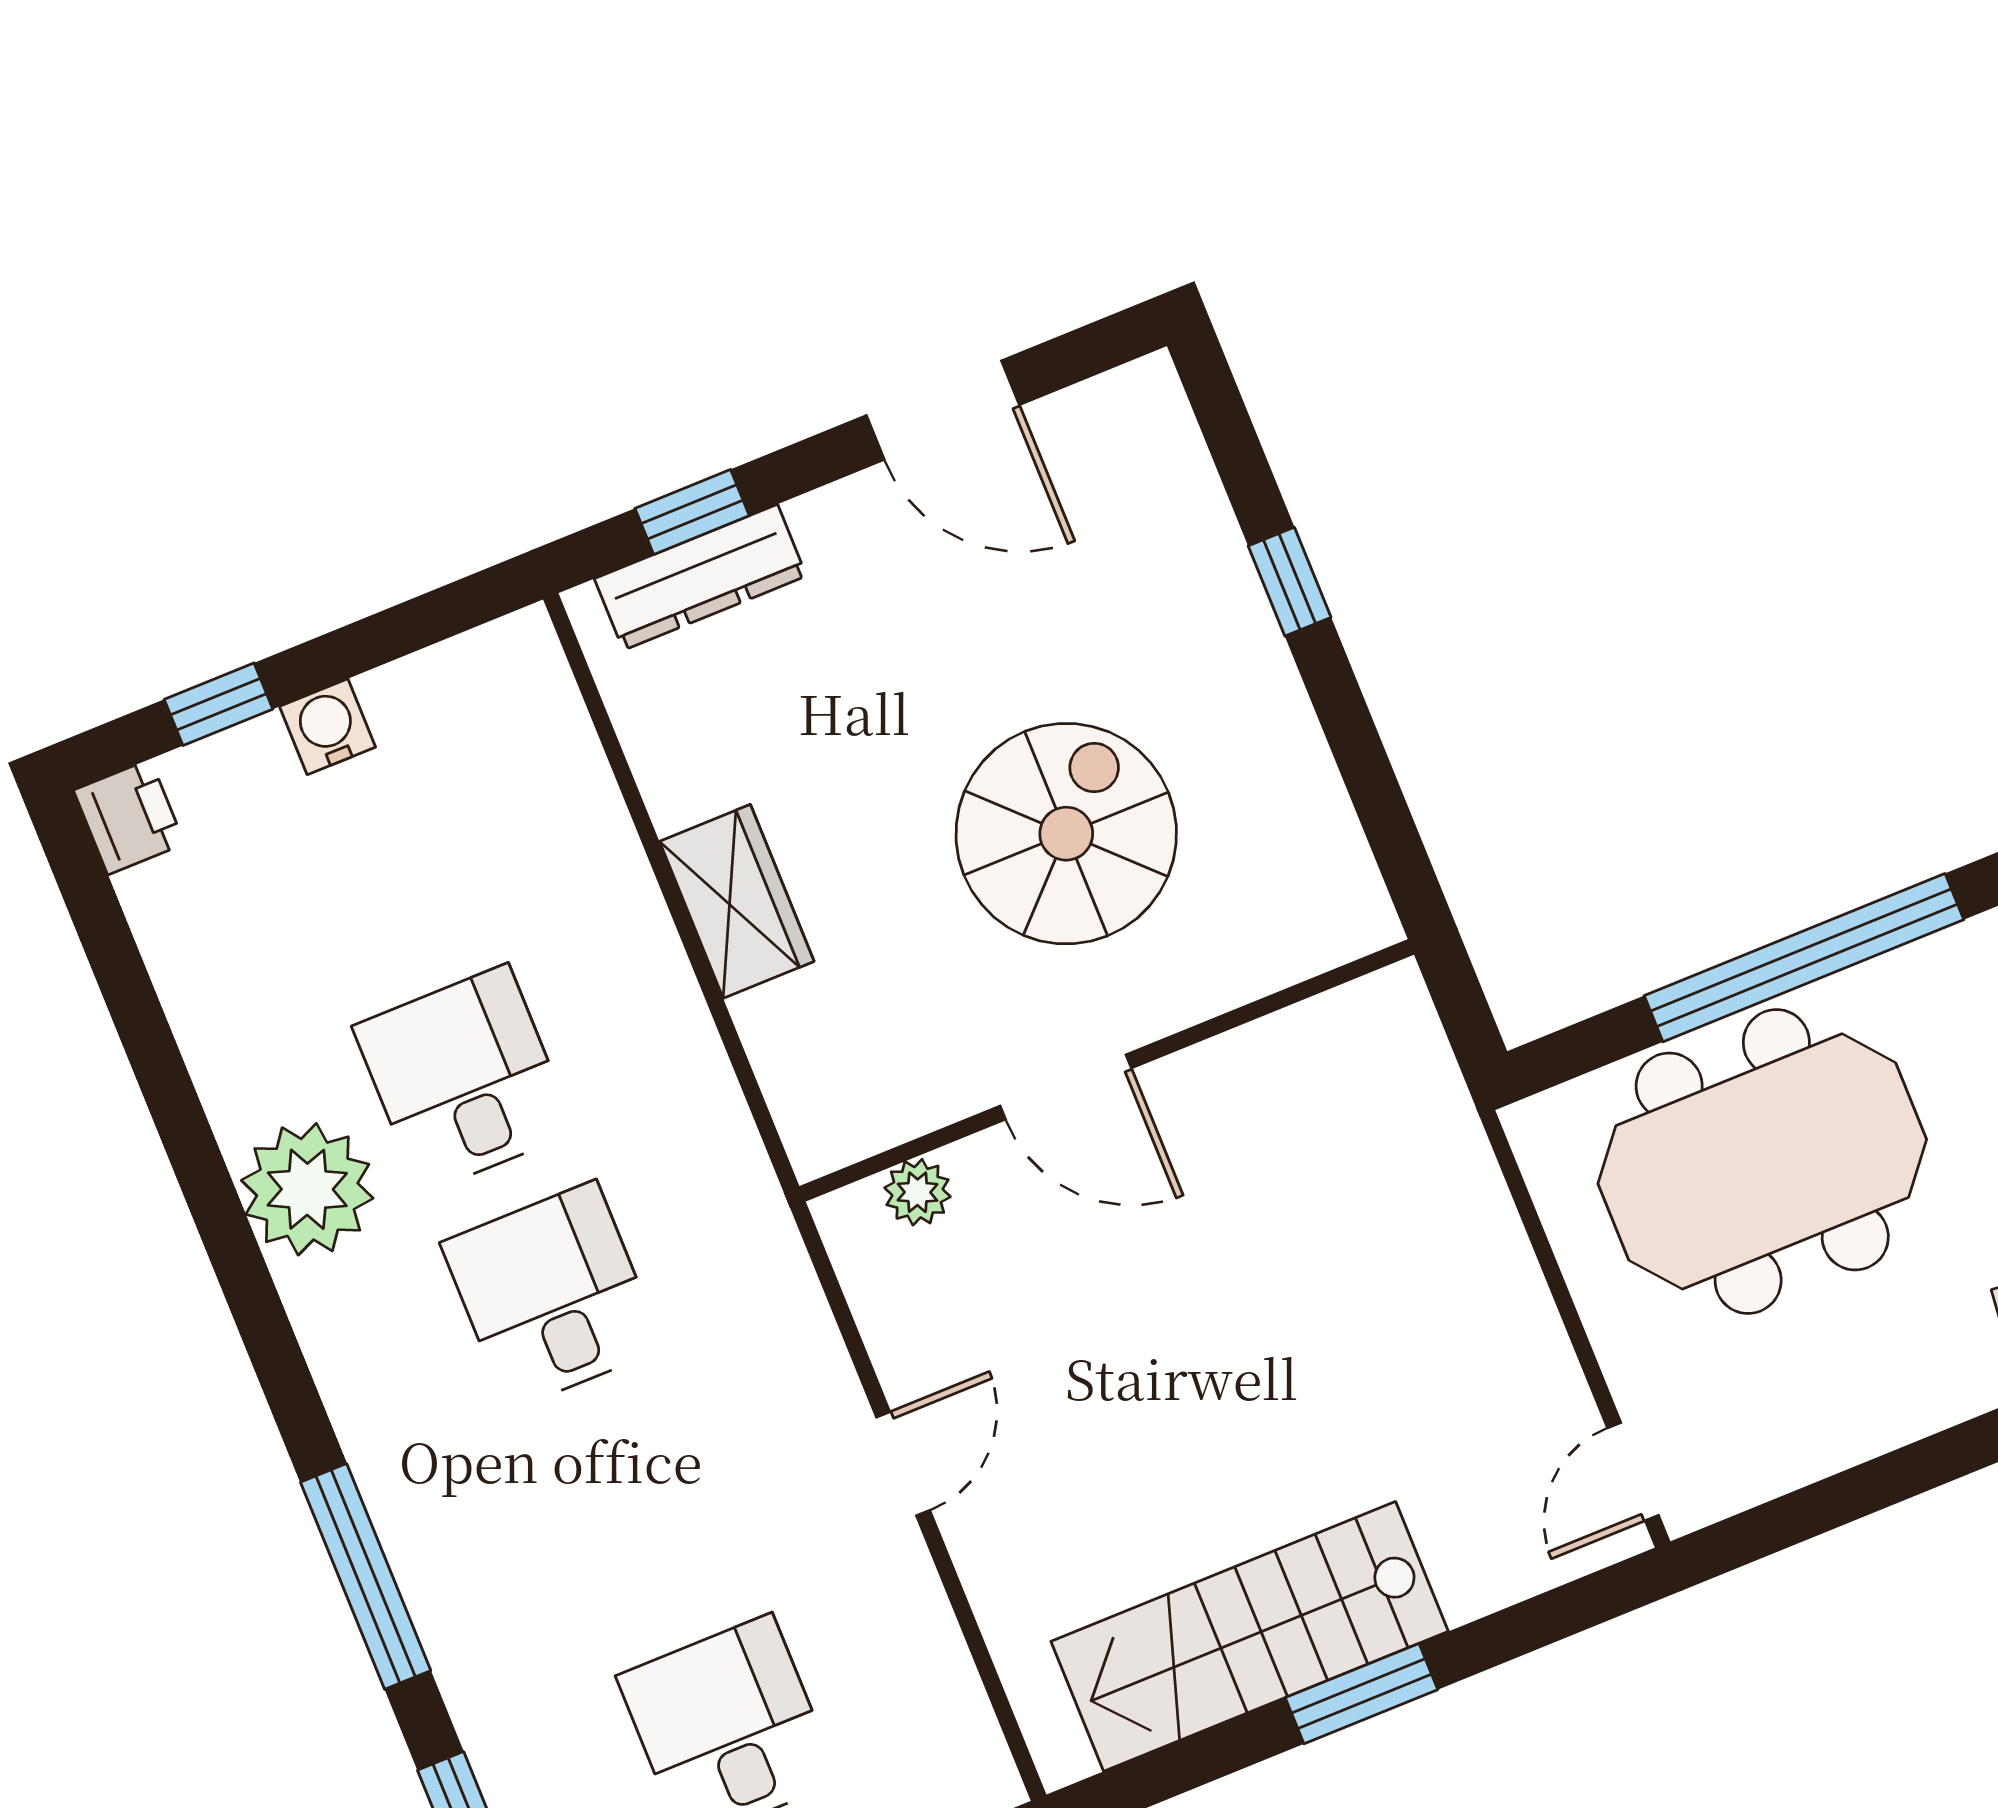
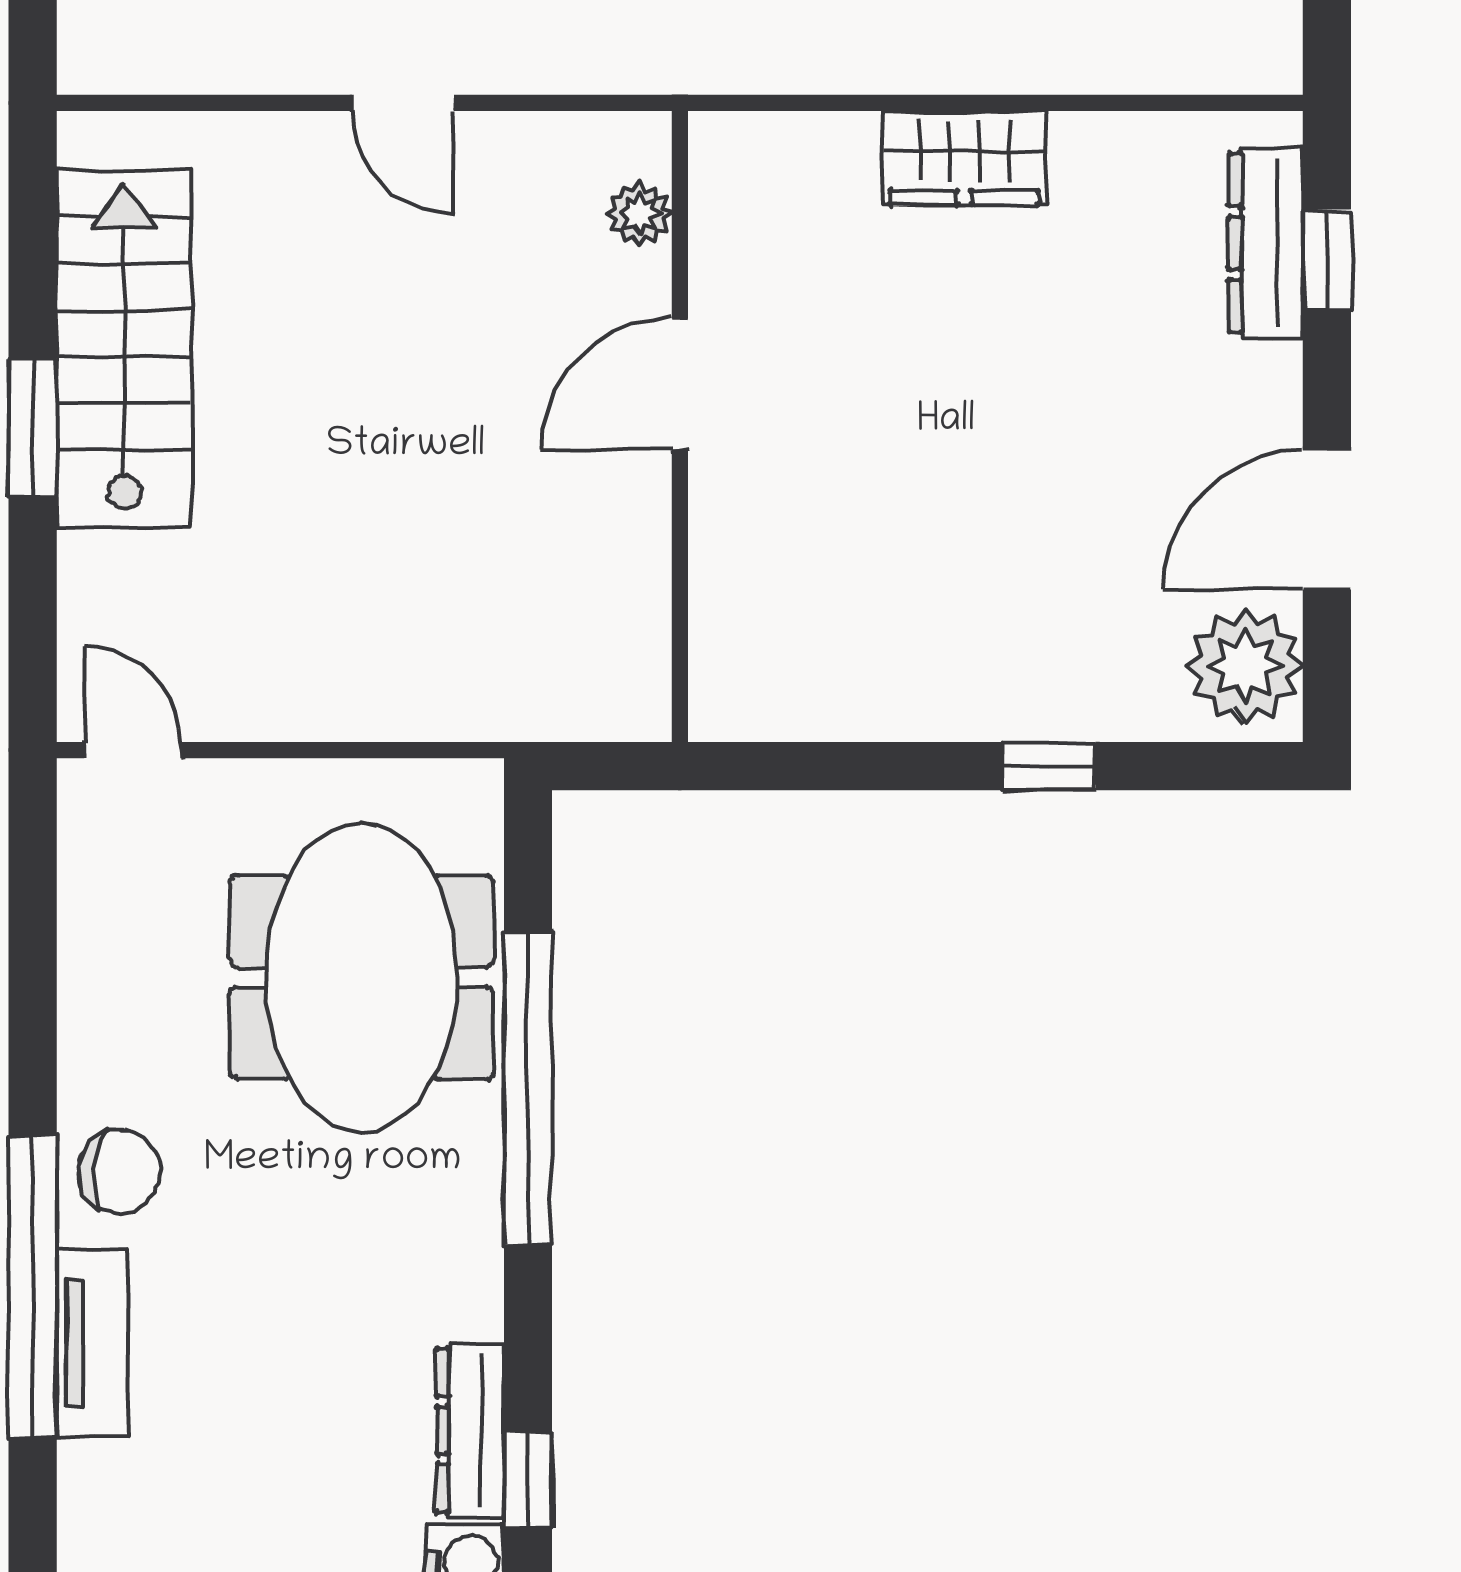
plant: (1116, 432) -> (1245, 666), added
spiral stairs: (1066, 834) -> (905, 476), removed

